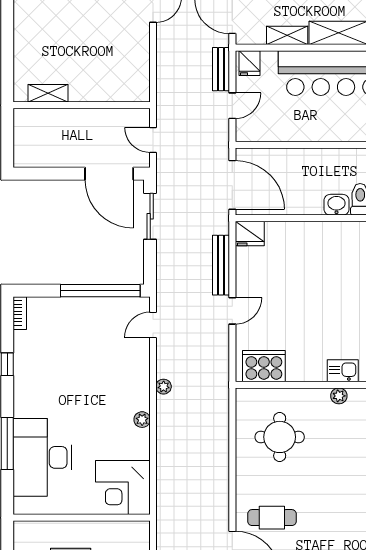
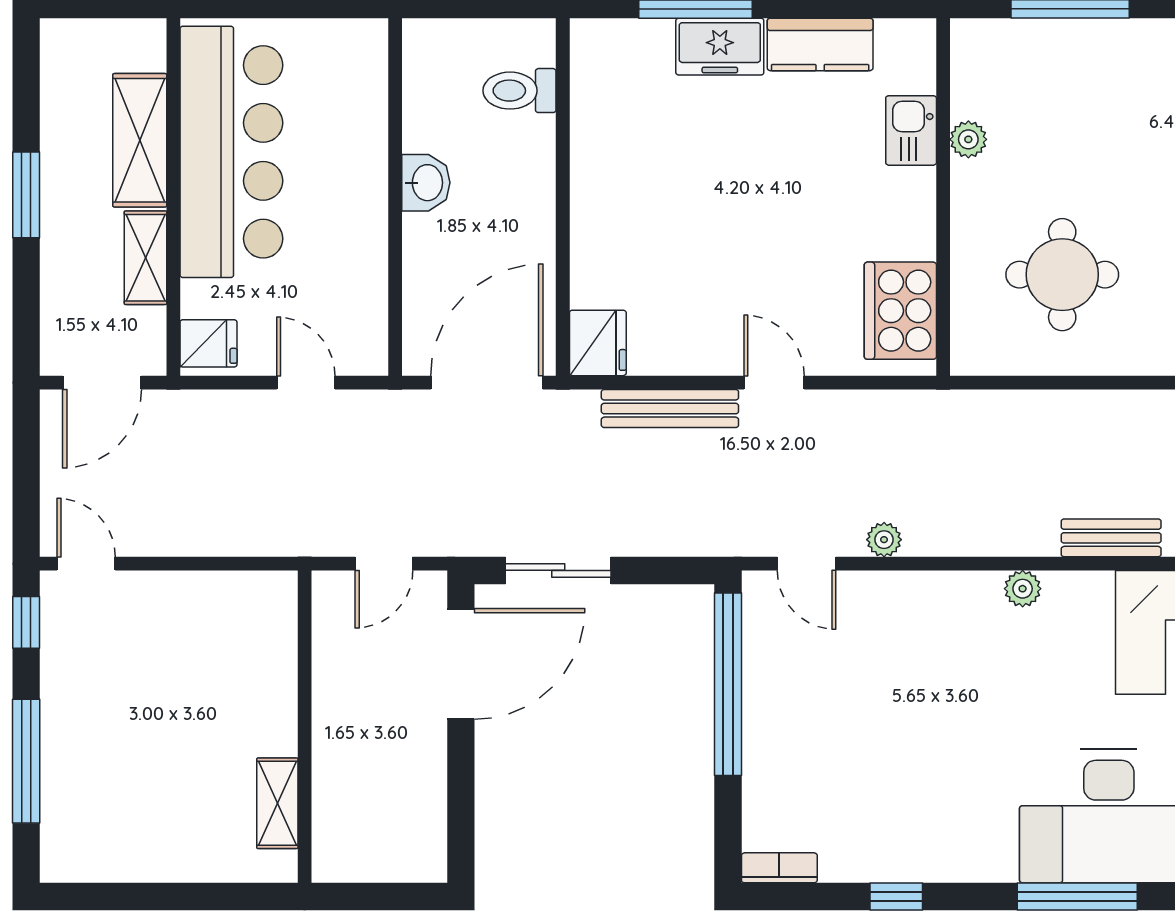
bench: (221, 69) -> (1111, 538), moved
washbasin: (337, 205) -> (426, 183), moved, turned 180
plant: (164, 387) -> (884, 540), moved

